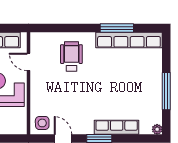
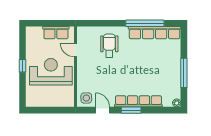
window: (117, 28) -> (145, 23), width x1.46
row of seats: (117, 127) -> (138, 101), width x1.36

